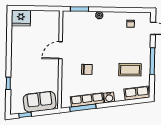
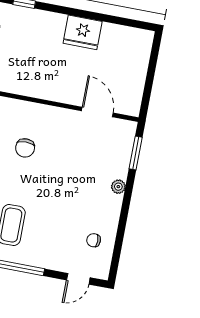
fridge: (21, 18) -> (83, 32), moved, turned -90
door: (60, 50) -> (97, 112), moved

